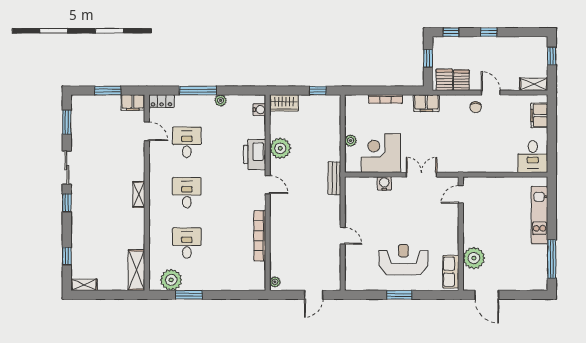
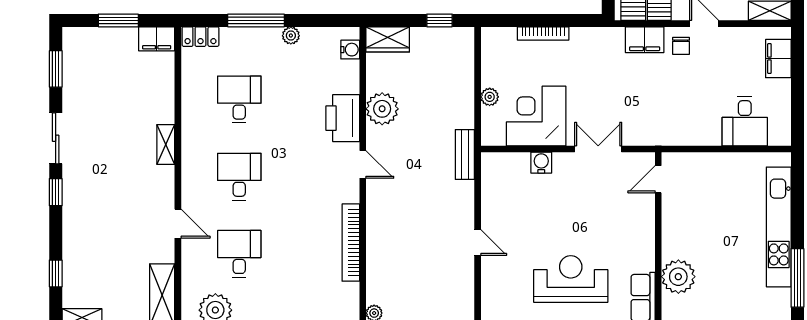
filing cabinet: (426, 103) -> (645, 40), moved
door: (147, 131) -> (178, 224), moved
desk: (533, 156) -> (745, 121), moved
shelving: (139, 194) -> (166, 144), moved
kitchen unit: (540, 215) -> (779, 227), width x1.36

